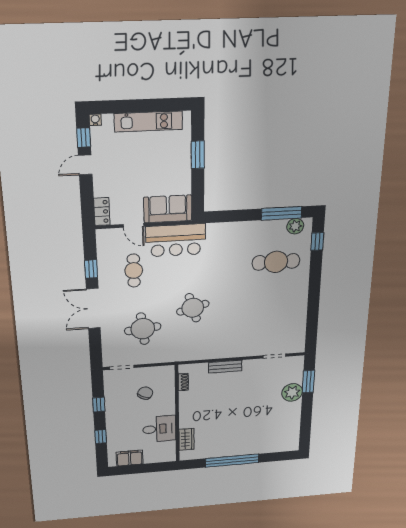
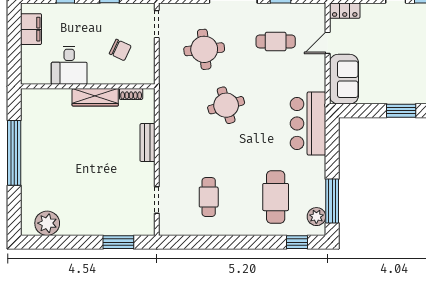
bar counter: (176, 240) -> (308, 123), moved
cafe table: (274, 316) -> (209, 197), added
plant: (292, 392) -> (47, 223), moved
wardrobe: (186, 439) -> (95, 97), moved, width x1.50

